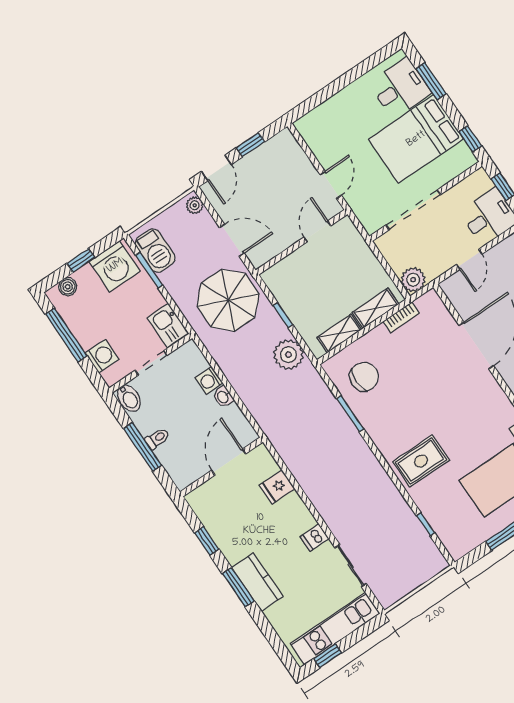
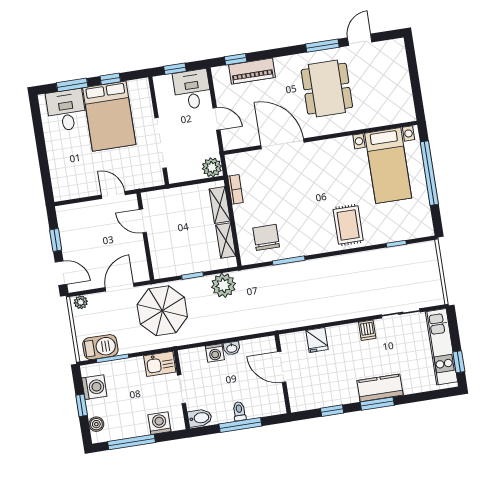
window: (470, 139) -> (110, 79), moved
washing machine: (115, 266) -> (94, 387), width x0.73, depth x0.73

